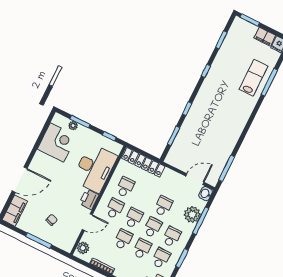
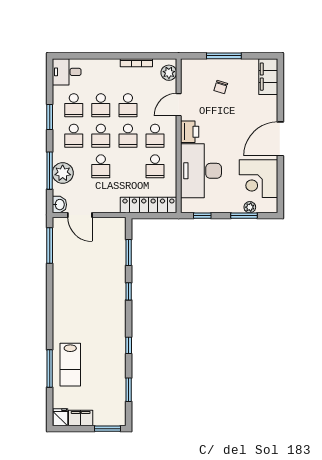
door: (195, 179) -> (80, 215), hinge flipped
door: (20, 180) -> (280, 139), moved

